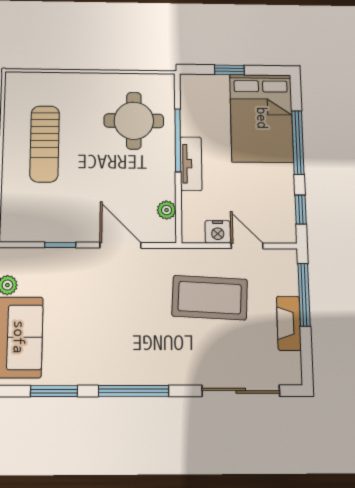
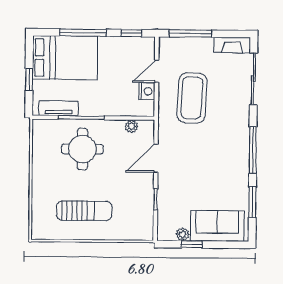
round table: (134, 121) -> (82, 149), moved
tv unit: (191, 164) -> (59, 108), moved
fireplace: (289, 323) -> (232, 45), moved

